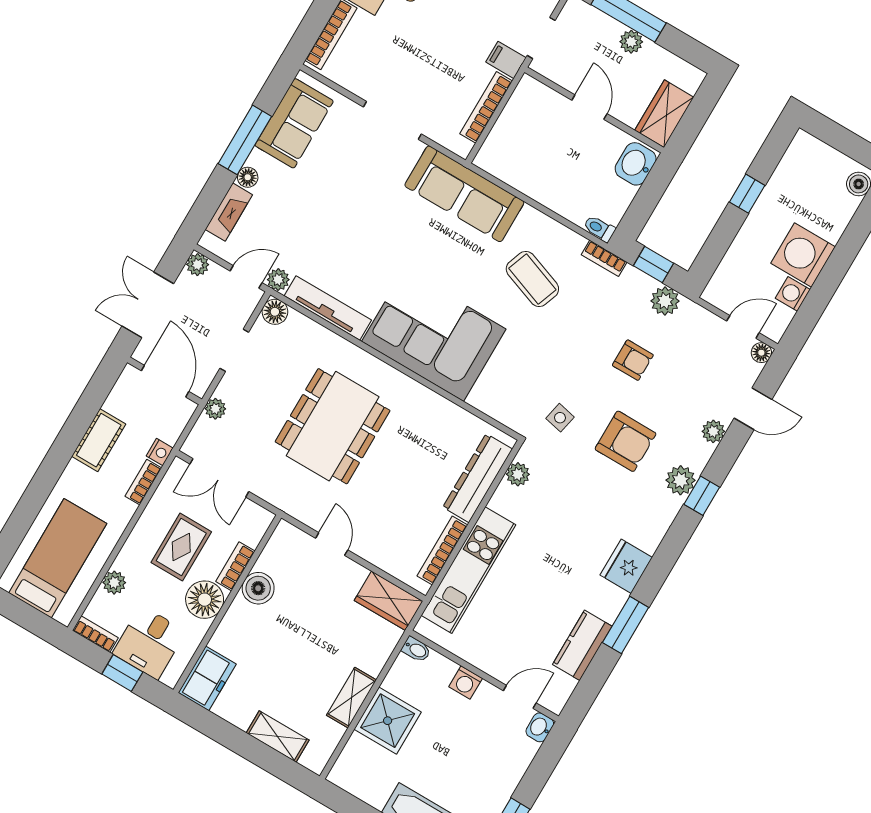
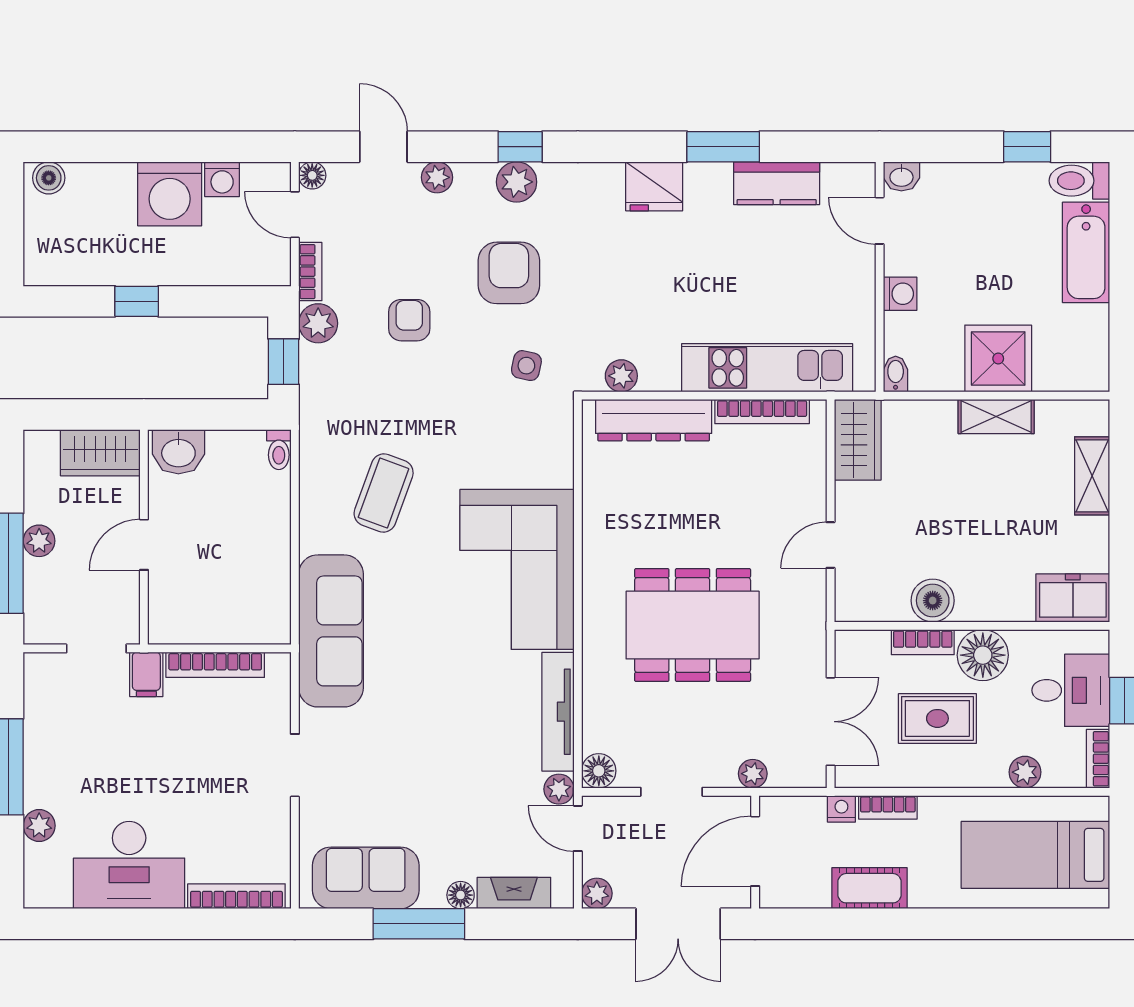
doorway: (392, 120) -> (295, 765), width x0.73
bookcase: (604, 258) -> (310, 272), moved

